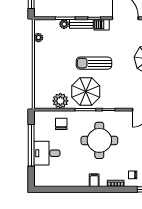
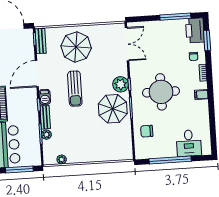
sun lounger: (94, 63) -> (75, 89), moved
plant: (60, 101) -> (121, 84), moved
desk: (47, 153) -> (189, 143), moved

